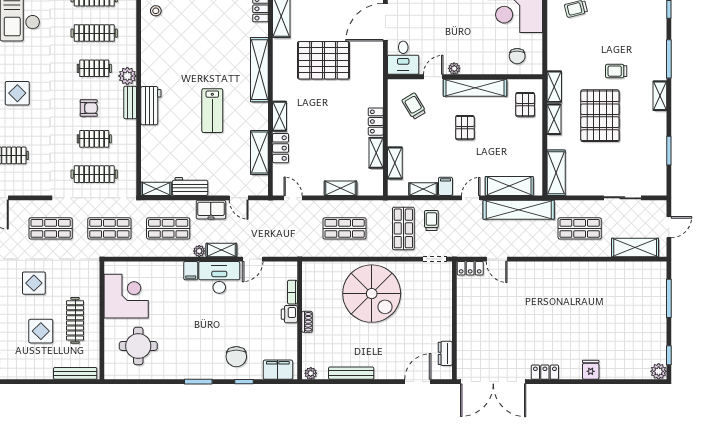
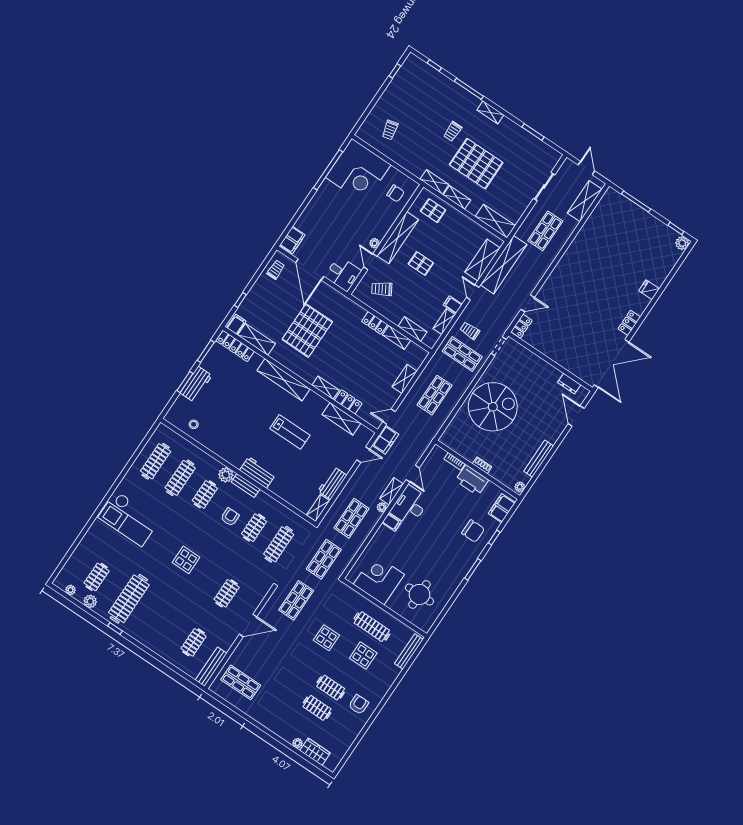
freezer: (211, 210) -> (385, 440), moved
printer: (289, 314) -> (472, 480), width x1.87, depth x1.48

